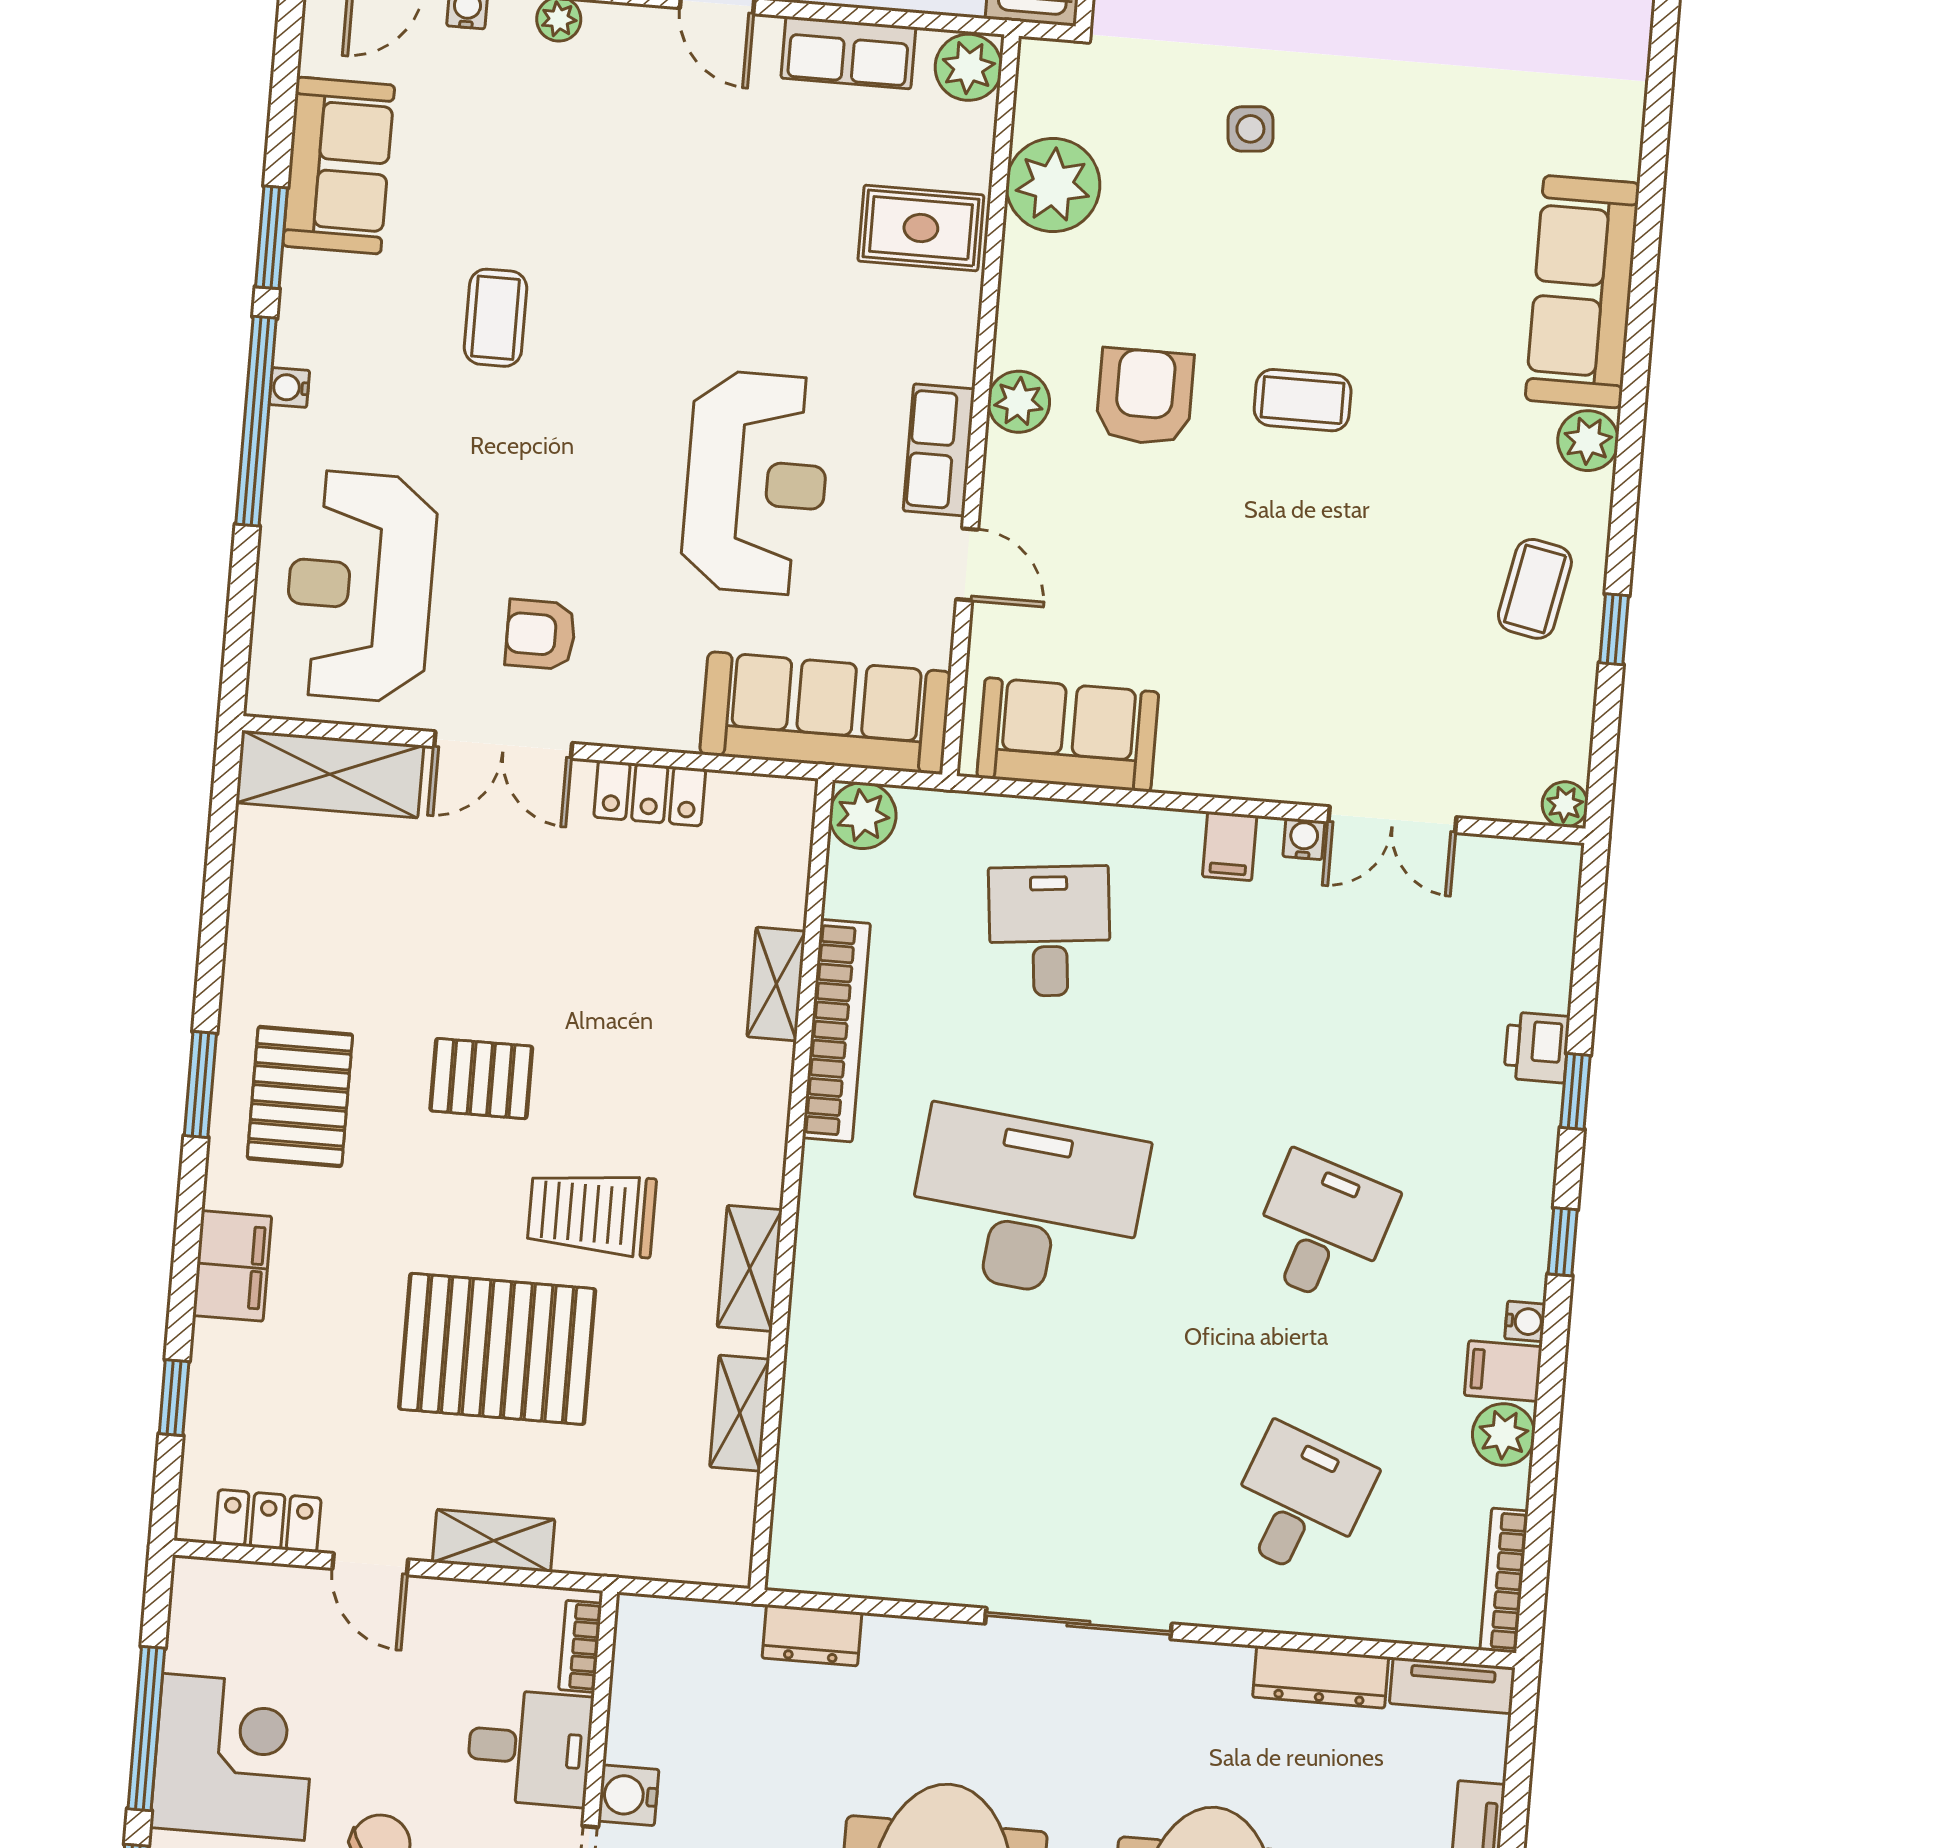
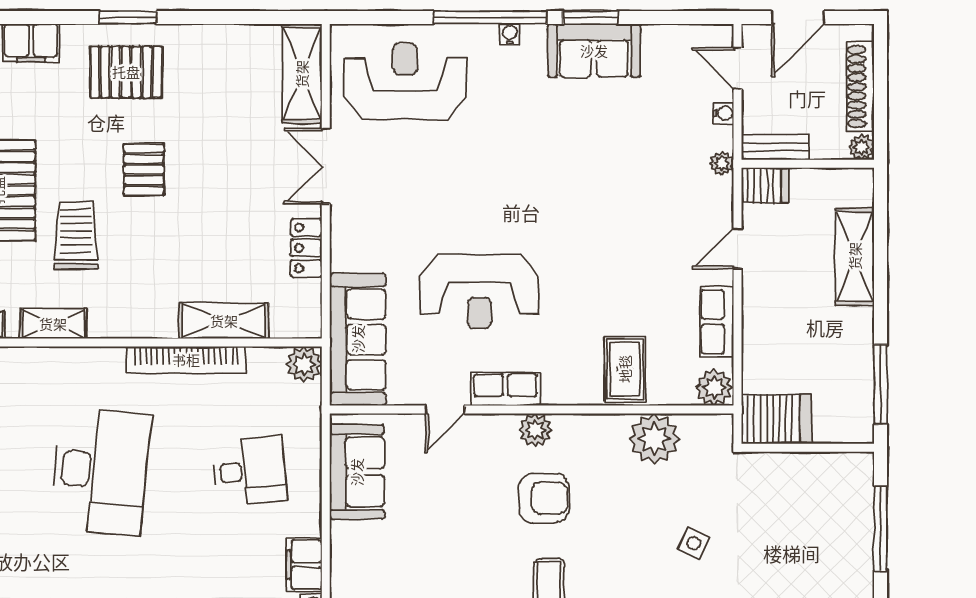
side table: (1250, 129) -> (694, 543), turned 30
sofa: (339, 166) -> (594, 51), moved
coffee table: (496, 318) -> (557, 143), removed
armchair: (541, 635) -> (387, 181), removed
filing cabinet: (1230, 846) -> (304, 565), width x2.00
shelving: (776, 984) -> (224, 321), width x1.50, depth x1.33

